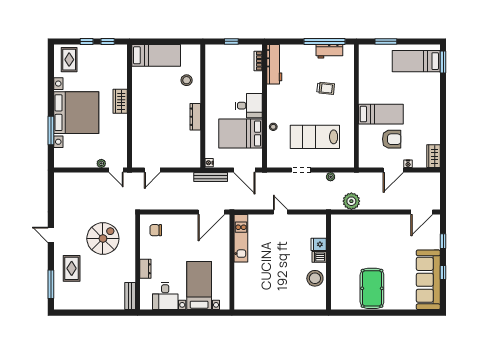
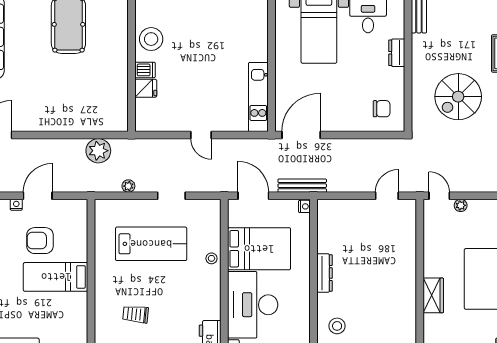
desk: (249, 106) -> (253, 305), width x1.87, depth x1.30

